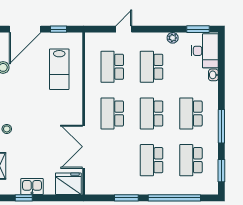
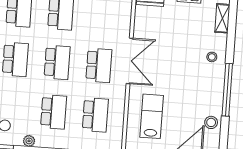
double door: (84, 147) -> (130, 61), moved

